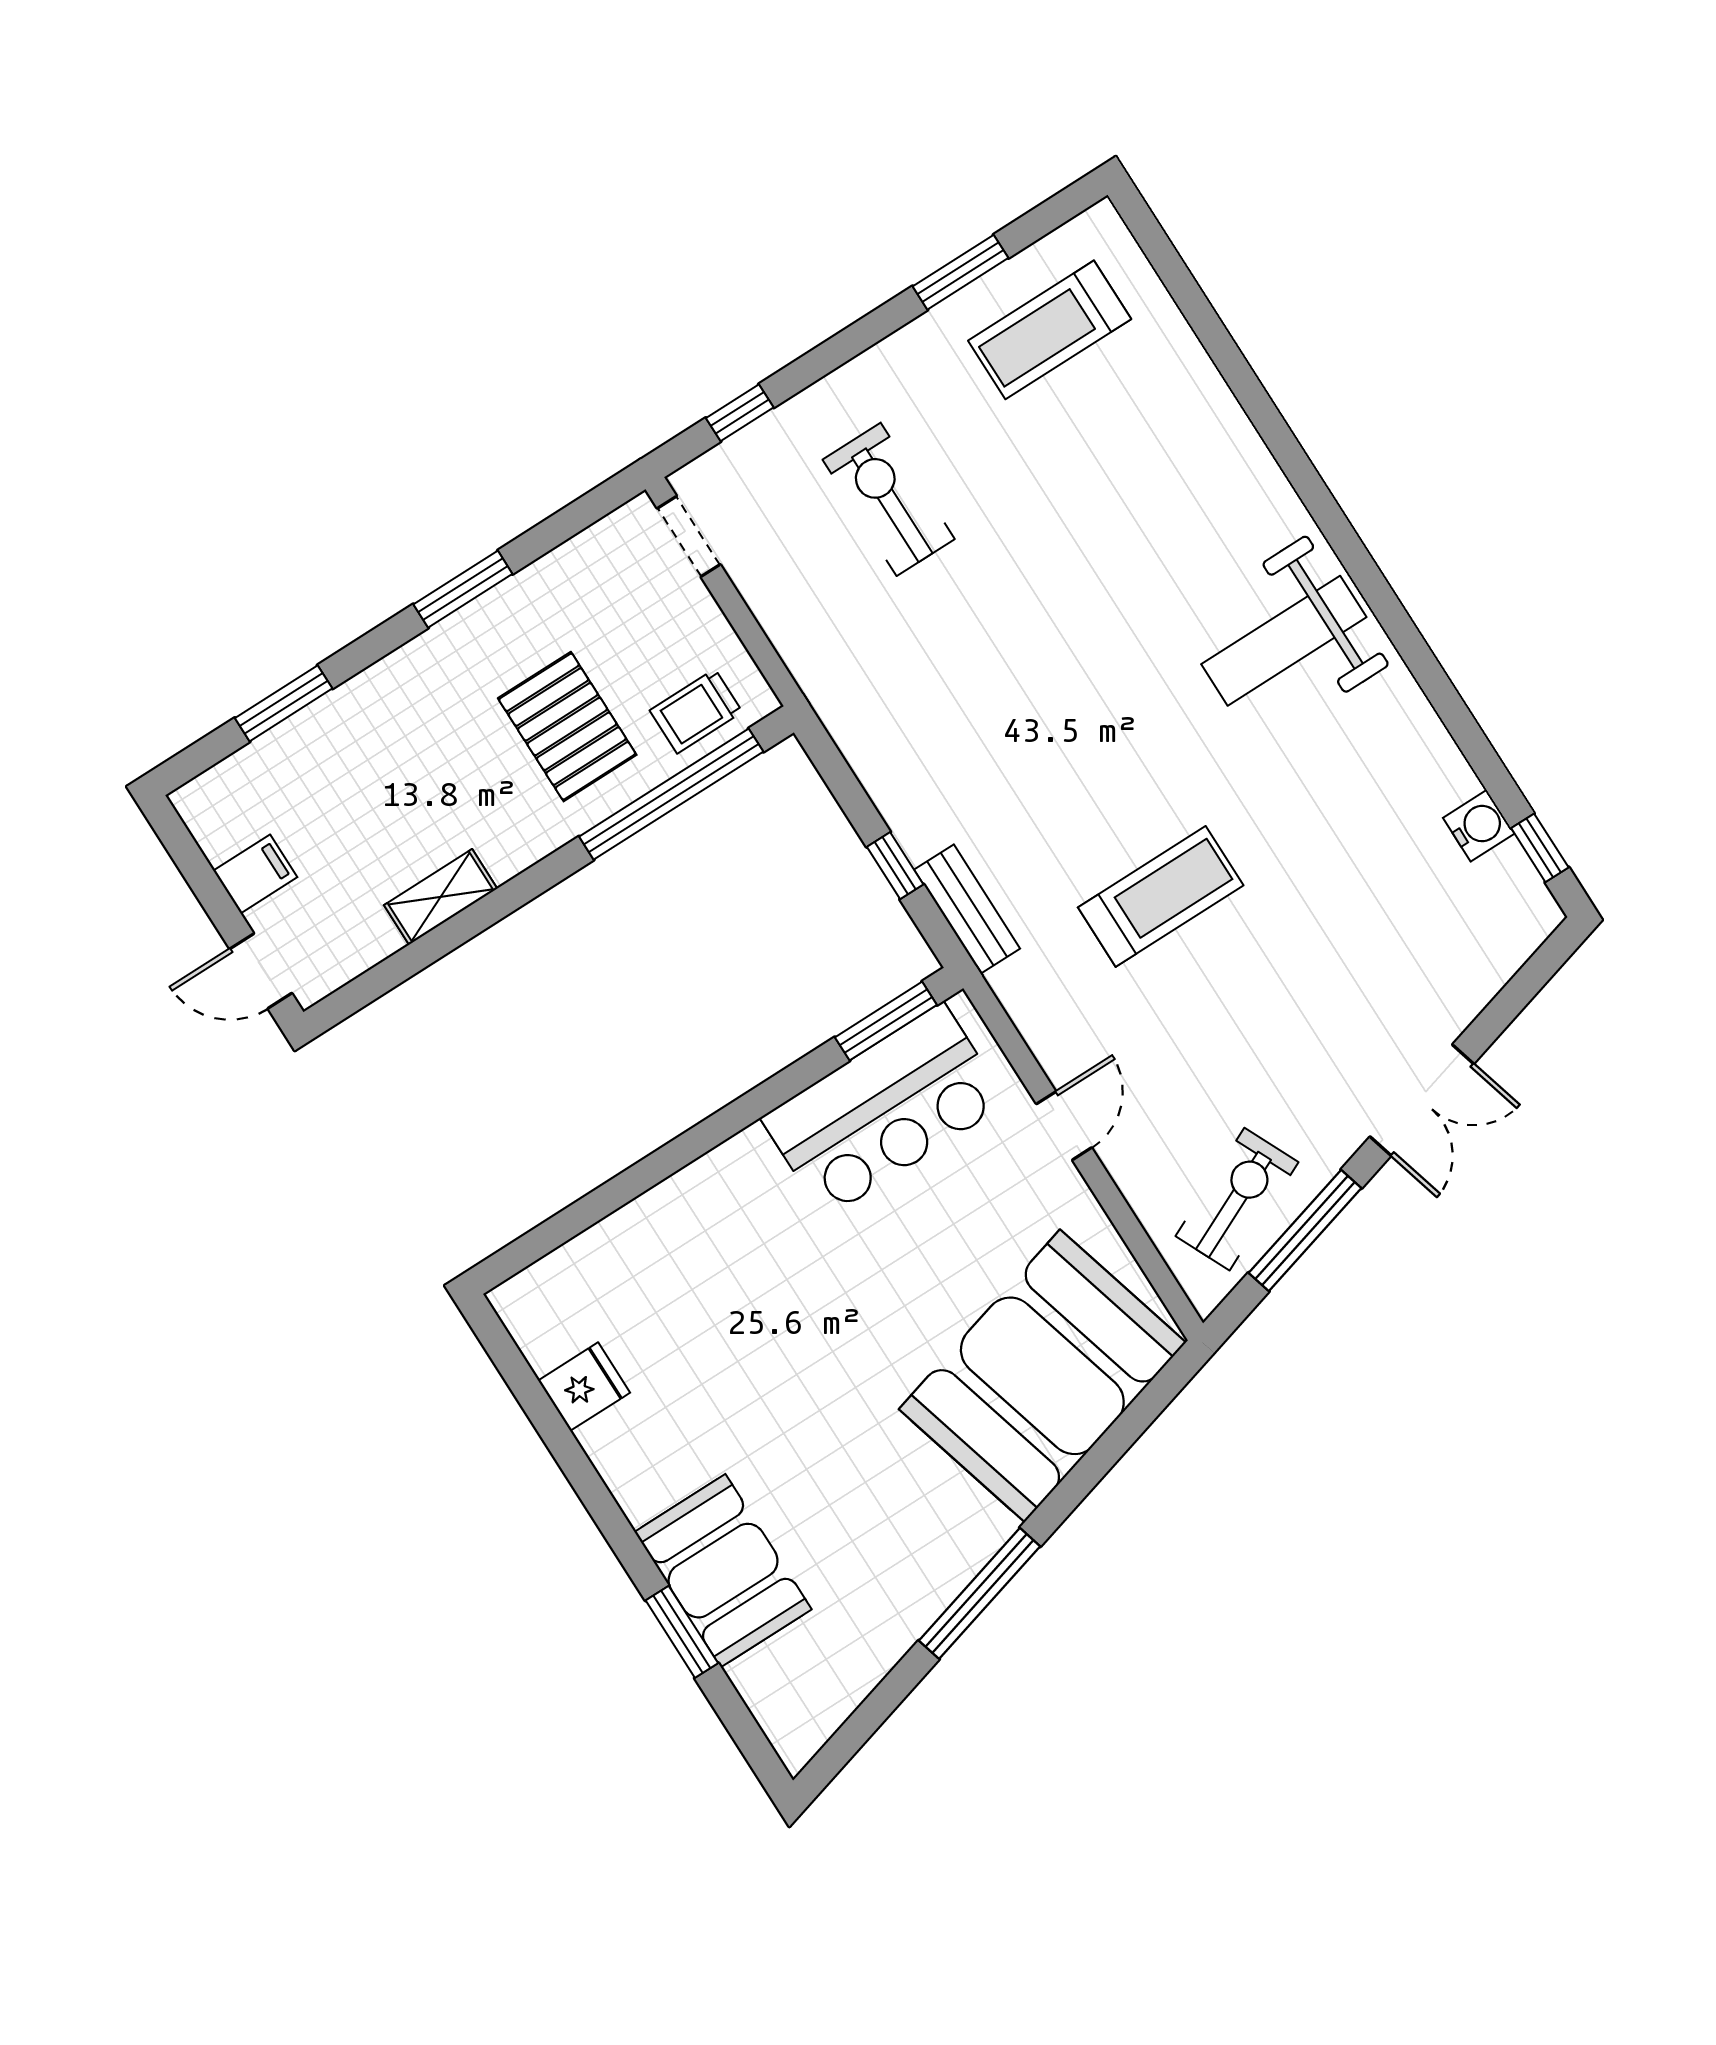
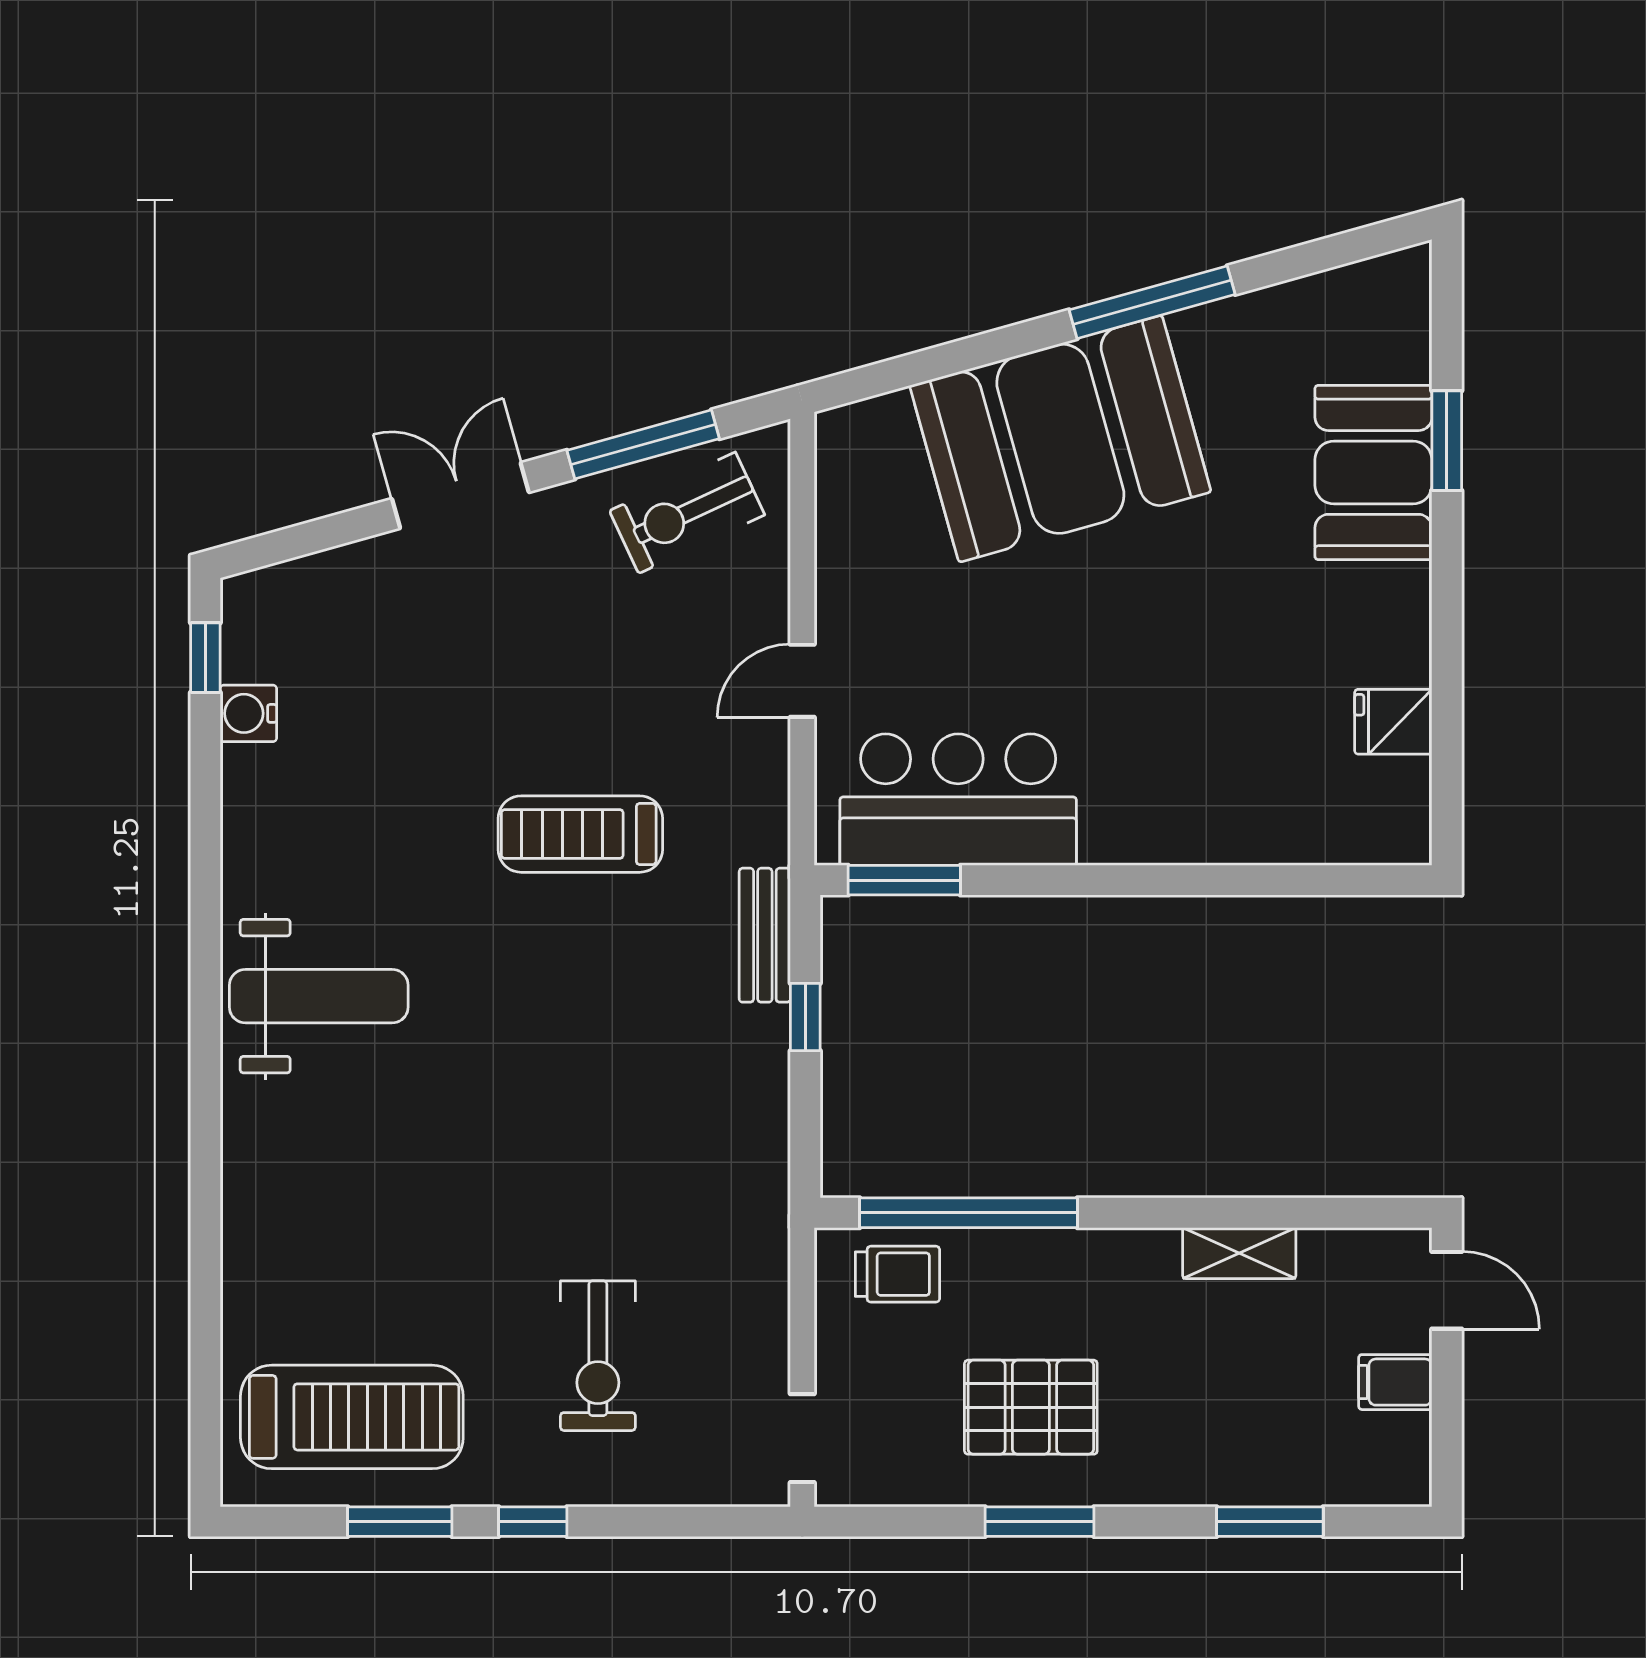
treadmill: (1050, 330) -> (352, 1417), width x1.37, depth x1.38
window: (740, 413) -> (533, 1522), moved
pallet: (567, 727) -> (1031, 1407), moved, turned 90
booth: (1042, 1376) -> (1060, 439), moved

